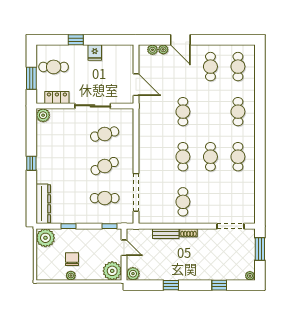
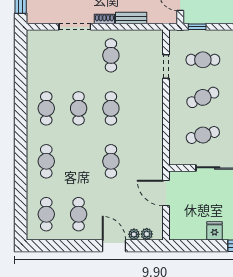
doorway: (136, 192) -> (166, 67), width x0.53
doorway: (230, 226) -> (75, 27), moved

